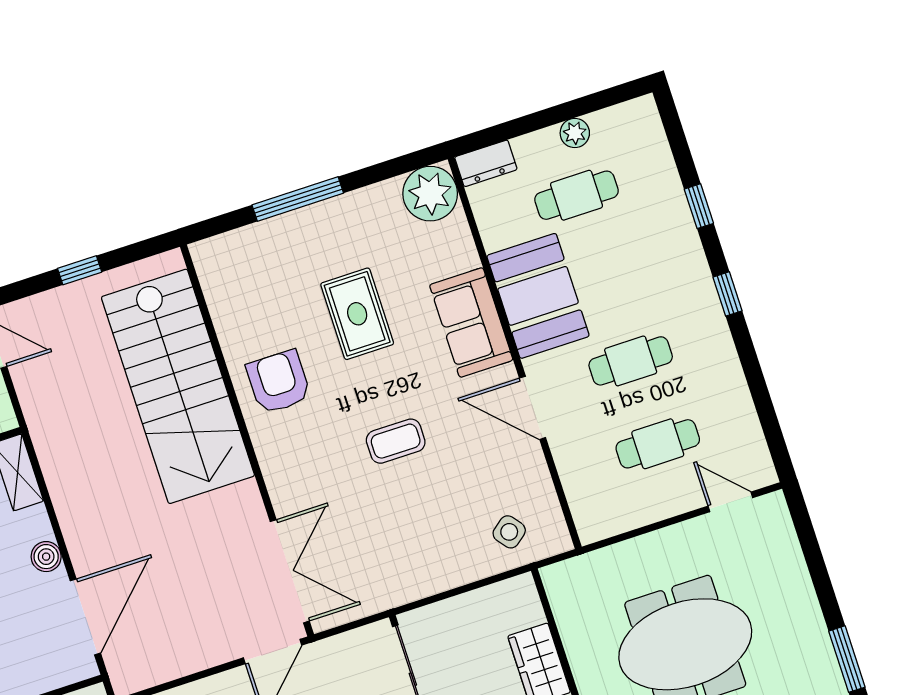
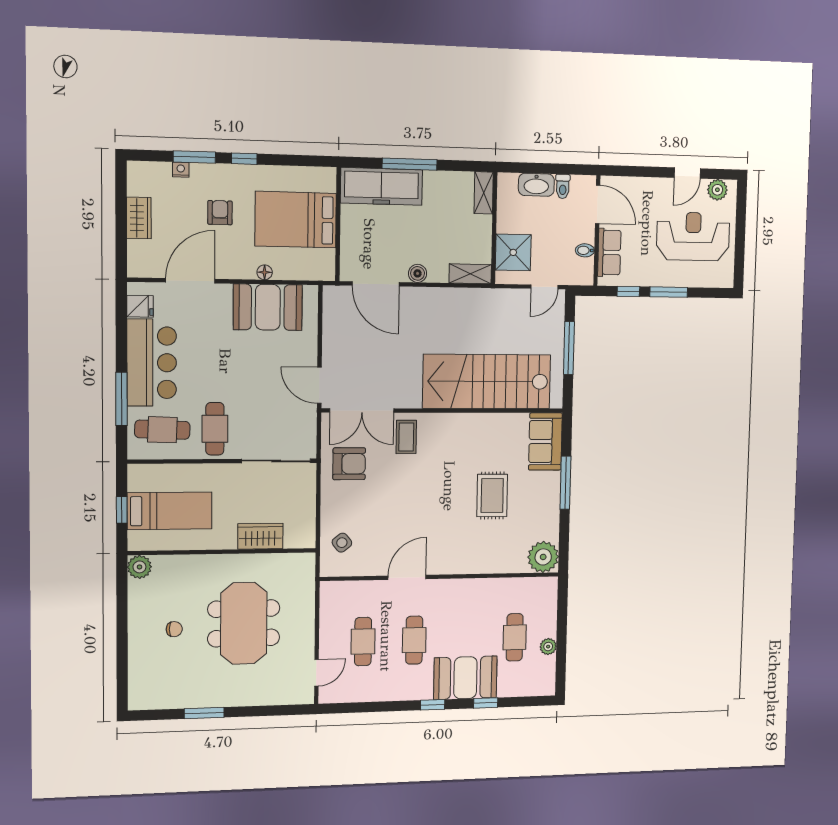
dresser: (486, 163) -> (549, 593), removed
window: (80, 270) -> (569, 348), width x2.17
booth: (538, 296) -> (465, 678), moved
rug: (357, 314) -> (492, 496), turned 90
sofa: (471, 322) -> (545, 441), moved, turned -90
armchair: (279, 382) -> (349, 464), moved
coffee table: (396, 441) -> (406, 437), moved

